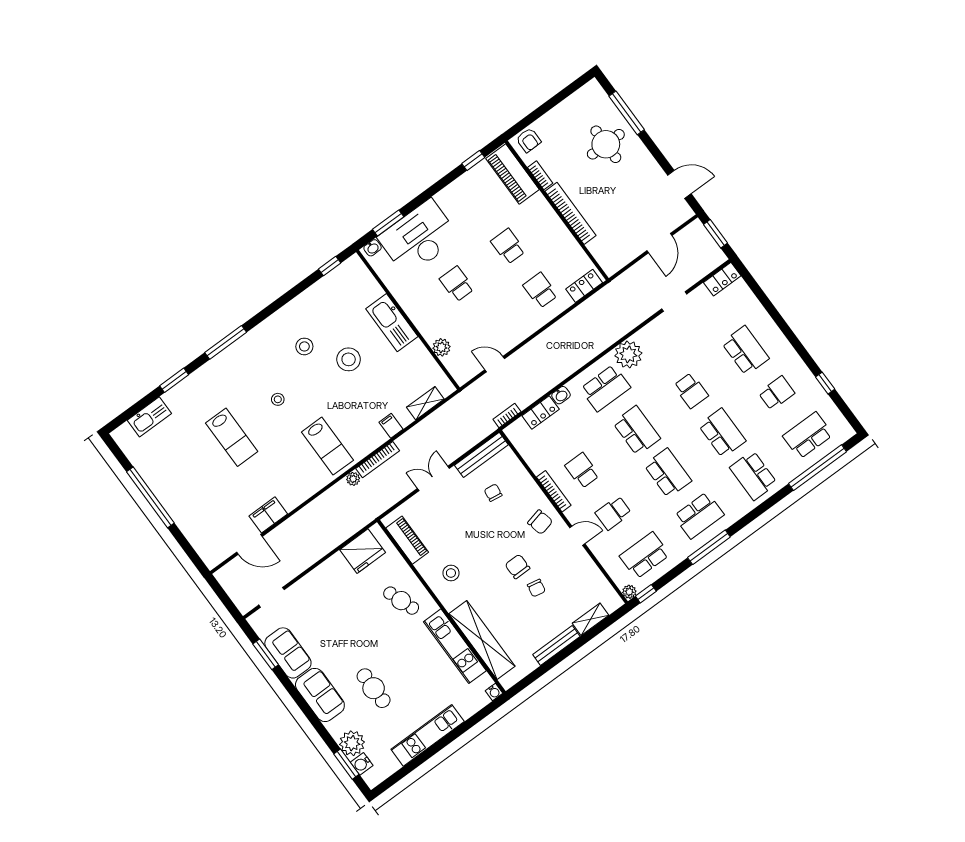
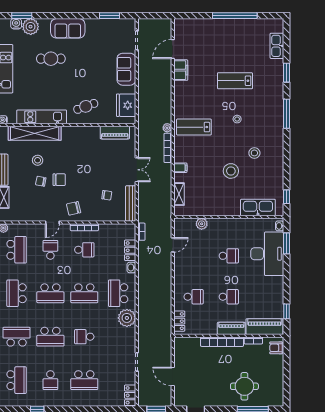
piano: (545, 214) -> (231, 328), added
kitchen sink: (392, 323) -> (258, 207), moved
stool: (451, 573) -> (38, 160), moved
sofa: (288, 653) -> (126, 69), moved, turned 90

